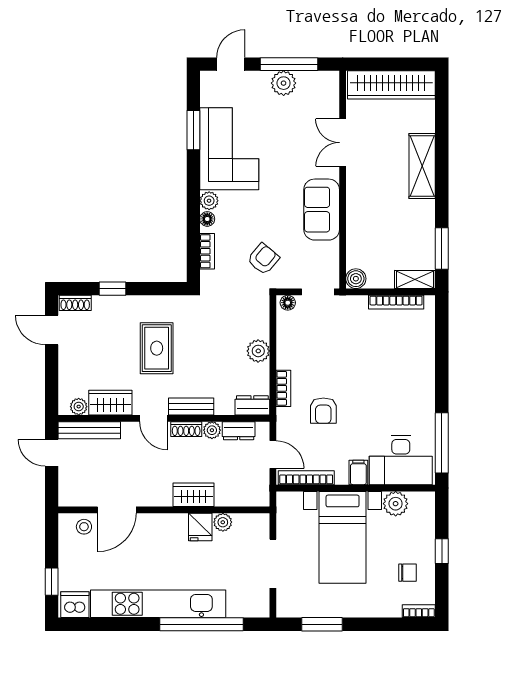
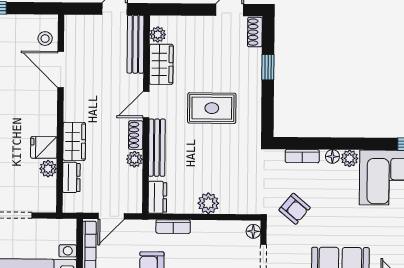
bench: (191, 406) -> (157, 148), width x1.36
dresser: (239, 431) -> (71, 177), moved, turned 180

